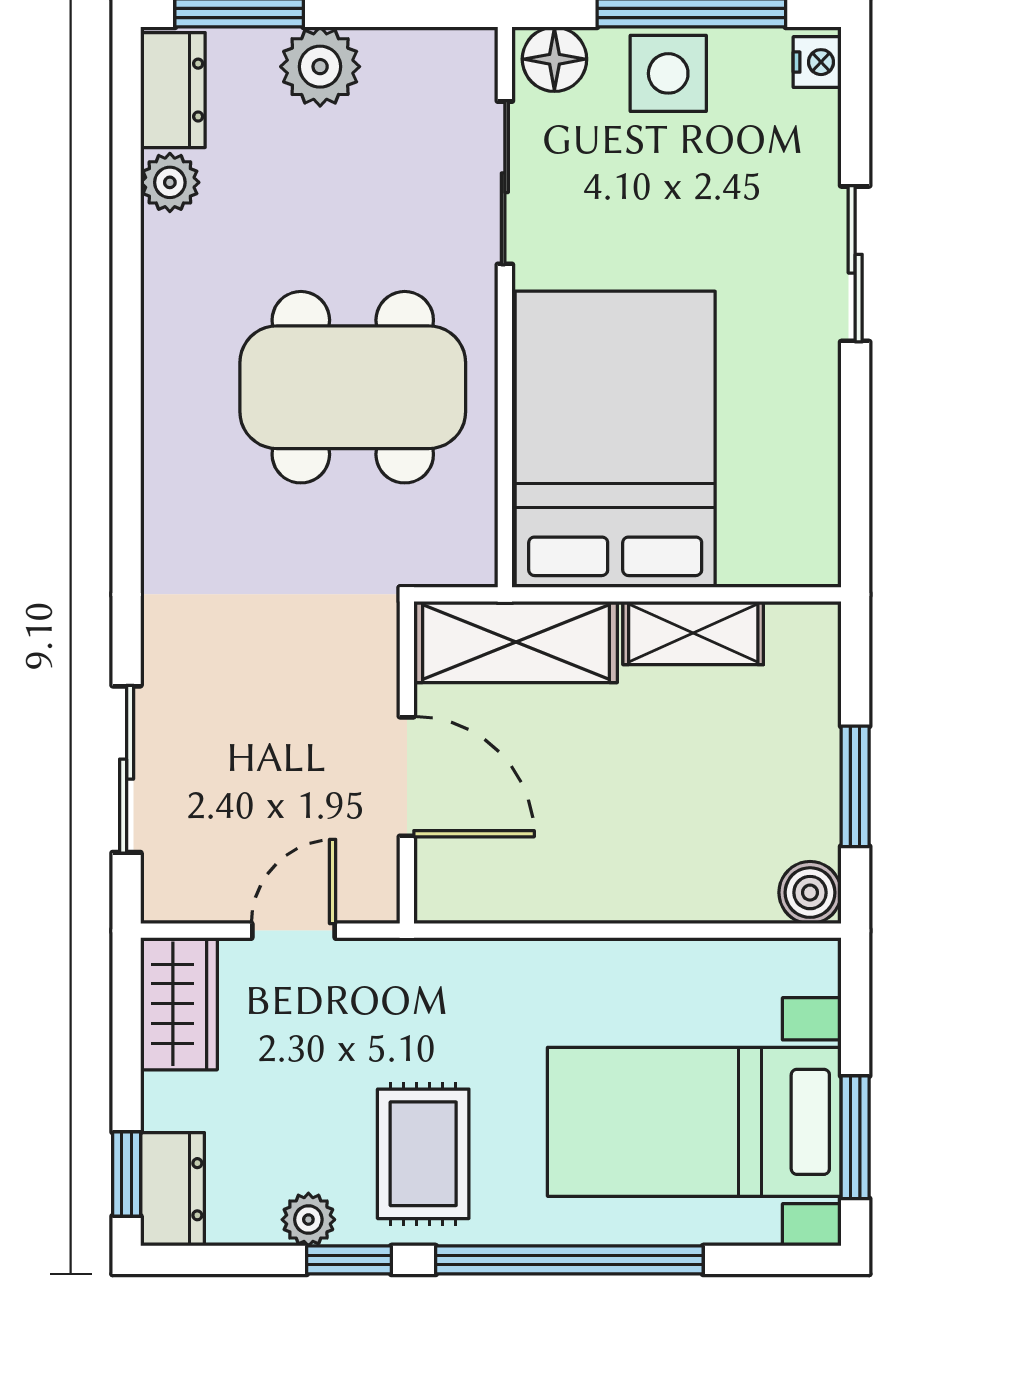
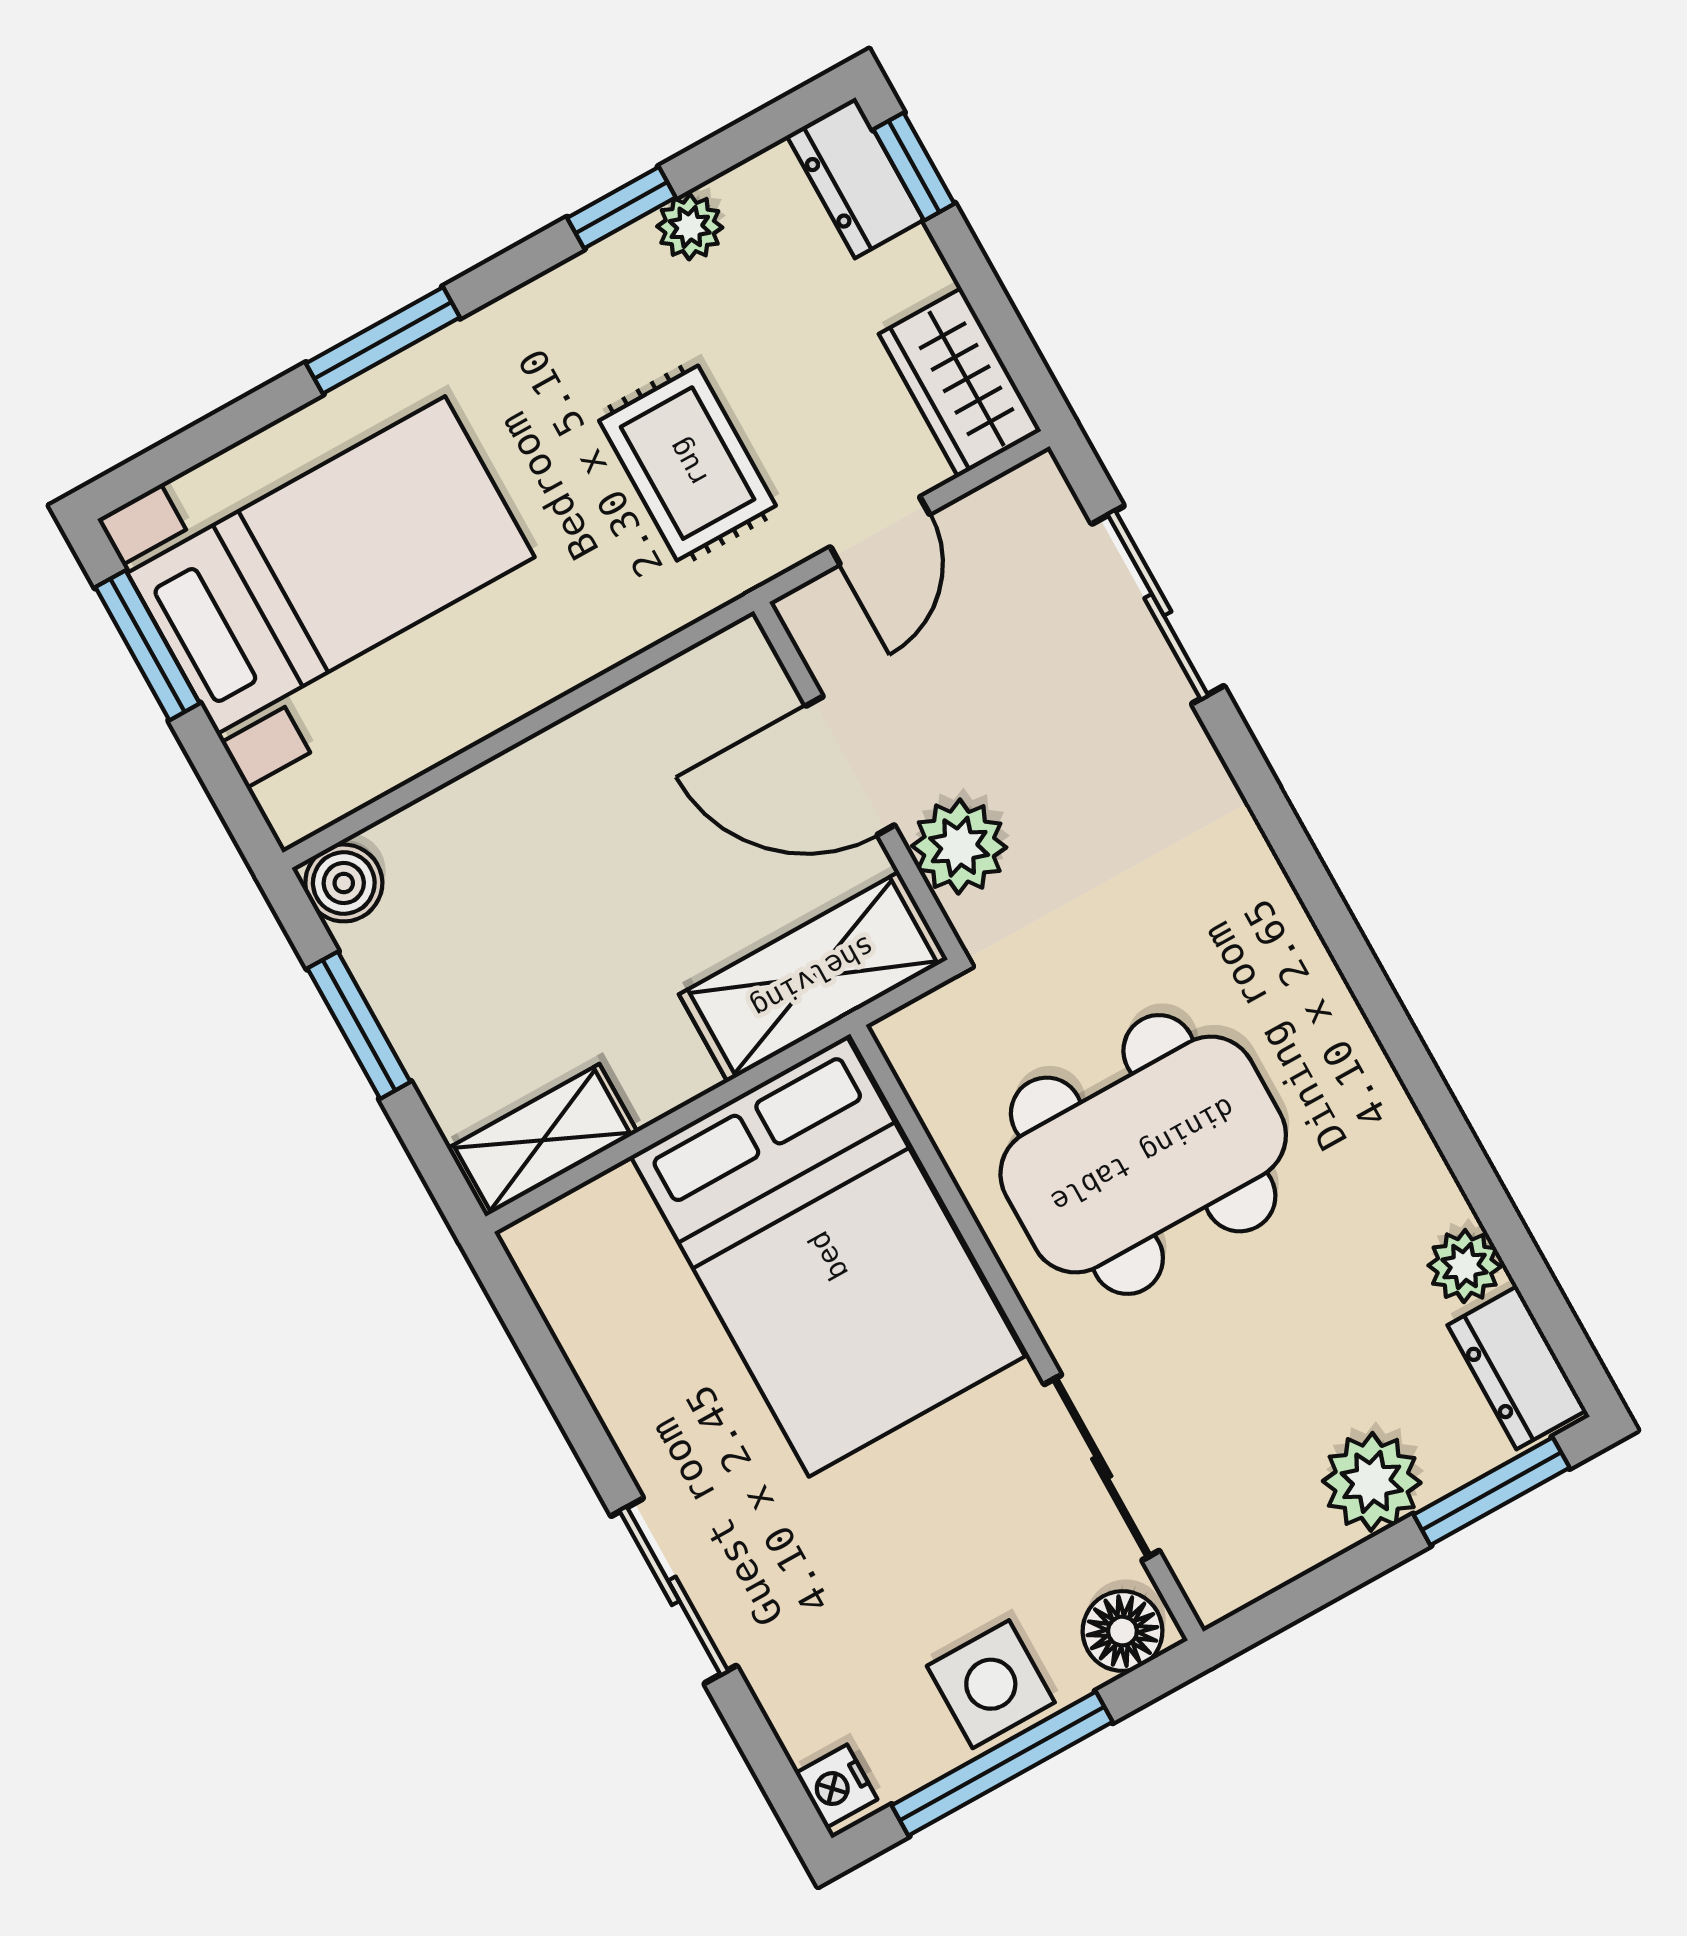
shelving: (693, 633) -> (542, 1140), moved
plant: (362, 677) -> (959, 847), added
rug: (423, 1154) -> (688, 463), moved
window: (569, 1260) -> (383, 340), width x0.47

